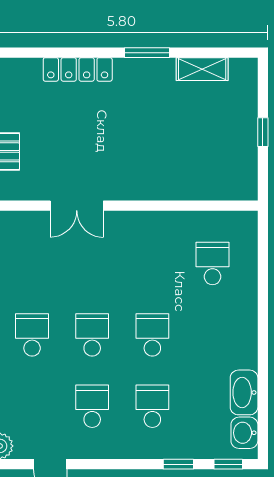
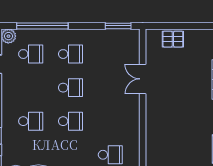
school desk: (92, 406) -> (31, 54), moved

